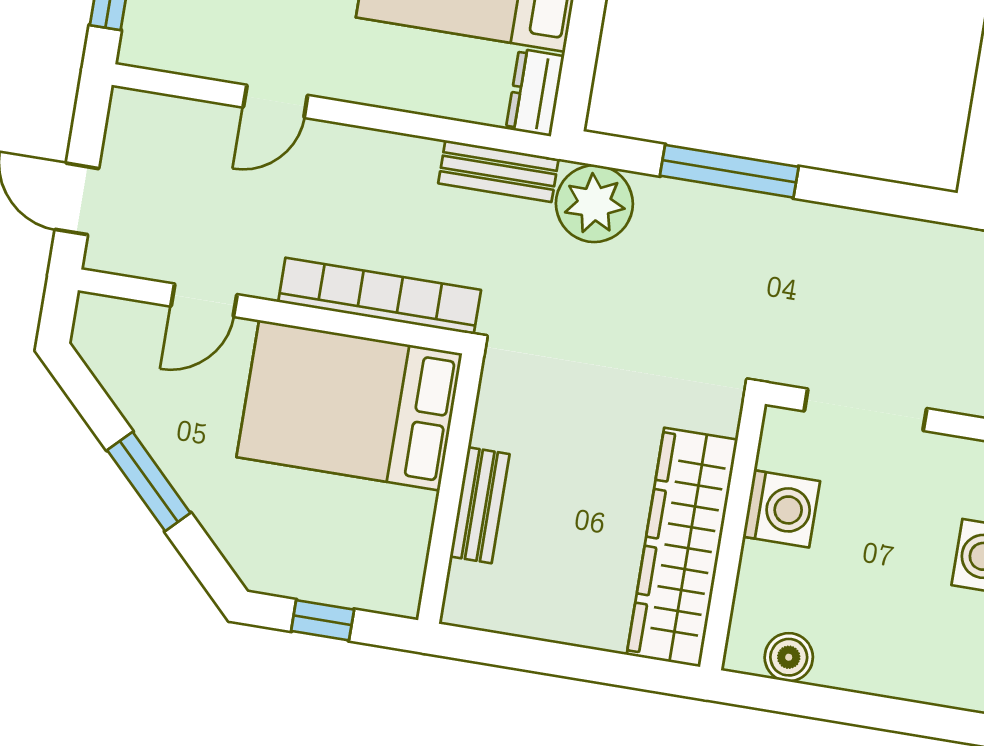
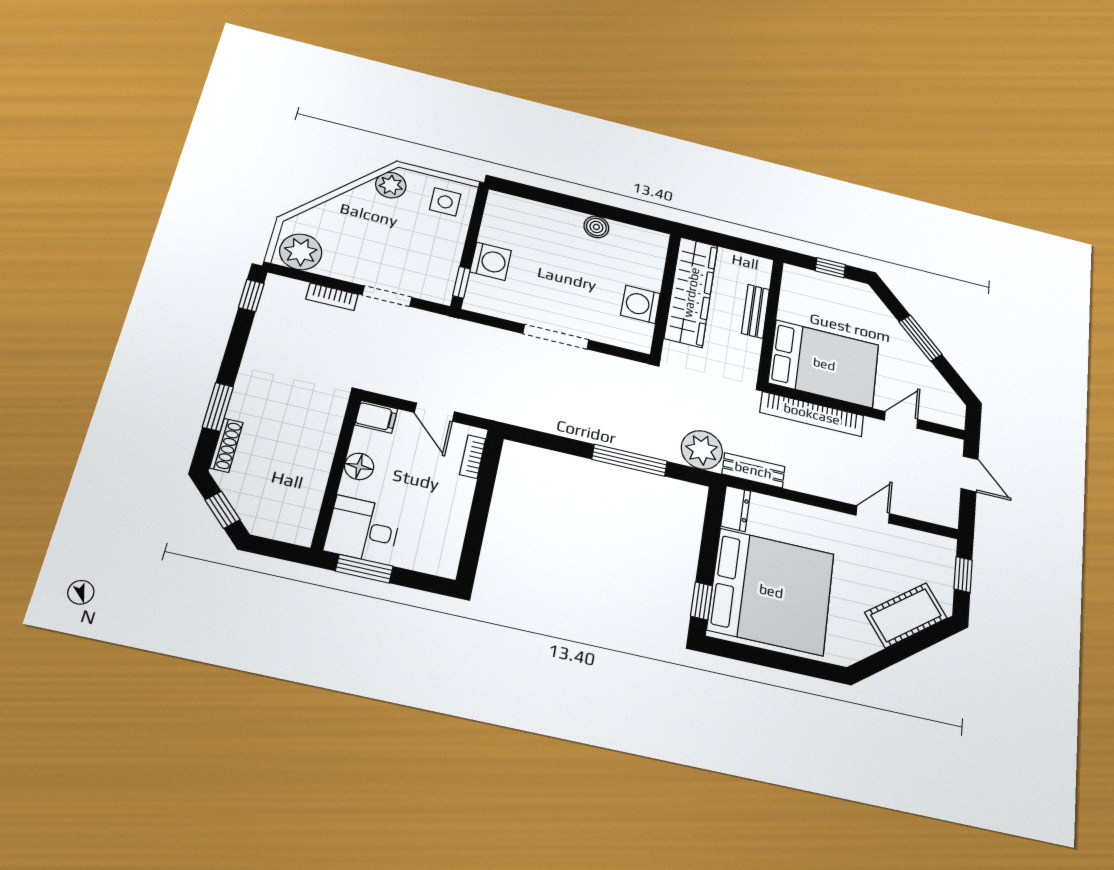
washing machine: (782, 509) -> (640, 304), moved
wall: (733, 535) -> (666, 295), moved
wardrobe: (682, 547) -> (691, 292), moved

